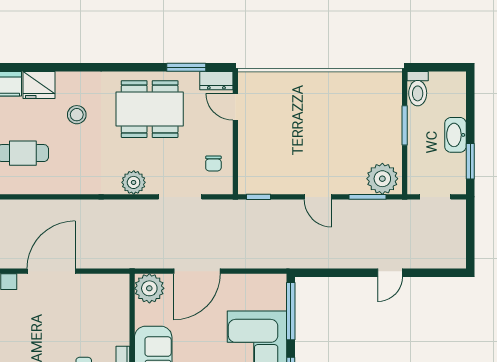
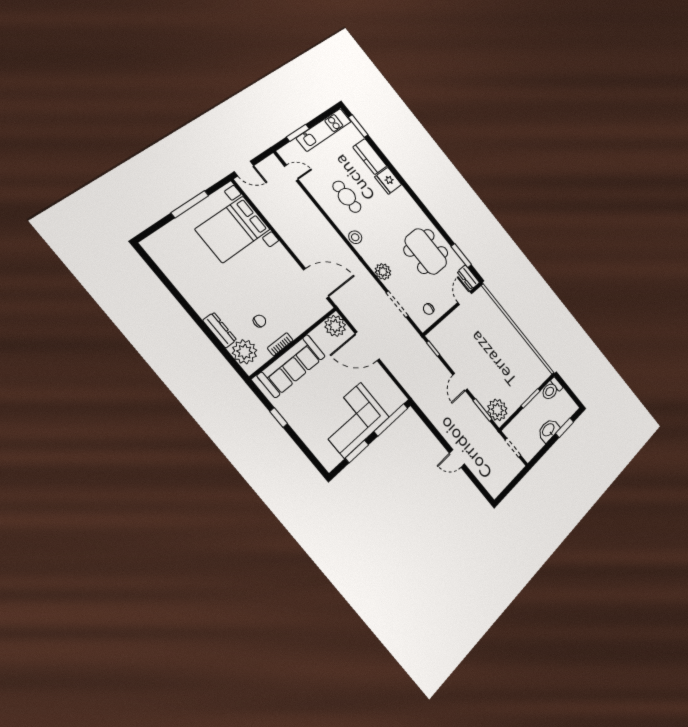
stool: (77, 115) -> (355, 237), moved
window: (470, 161) -> (565, 428), moved
door: (51, 271) -> (316, 283), moved

